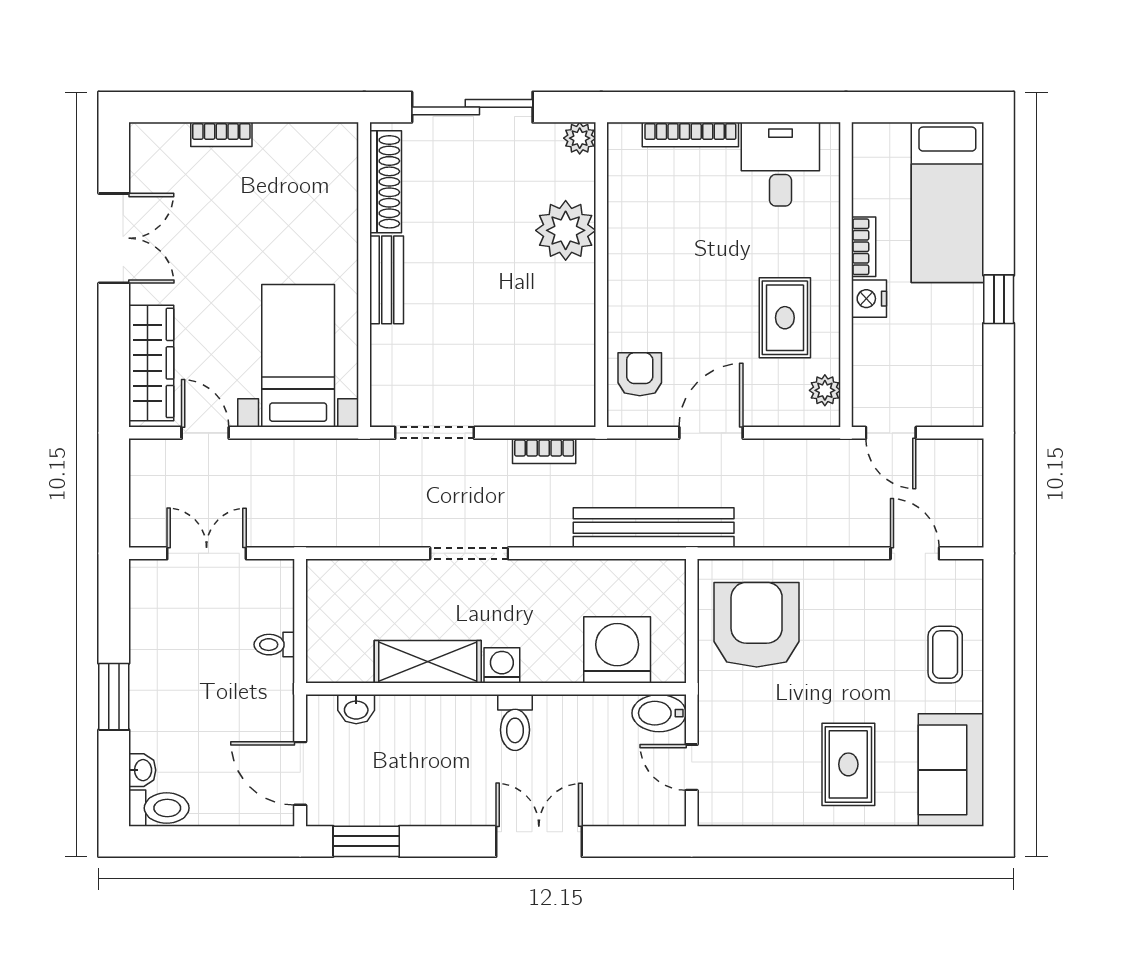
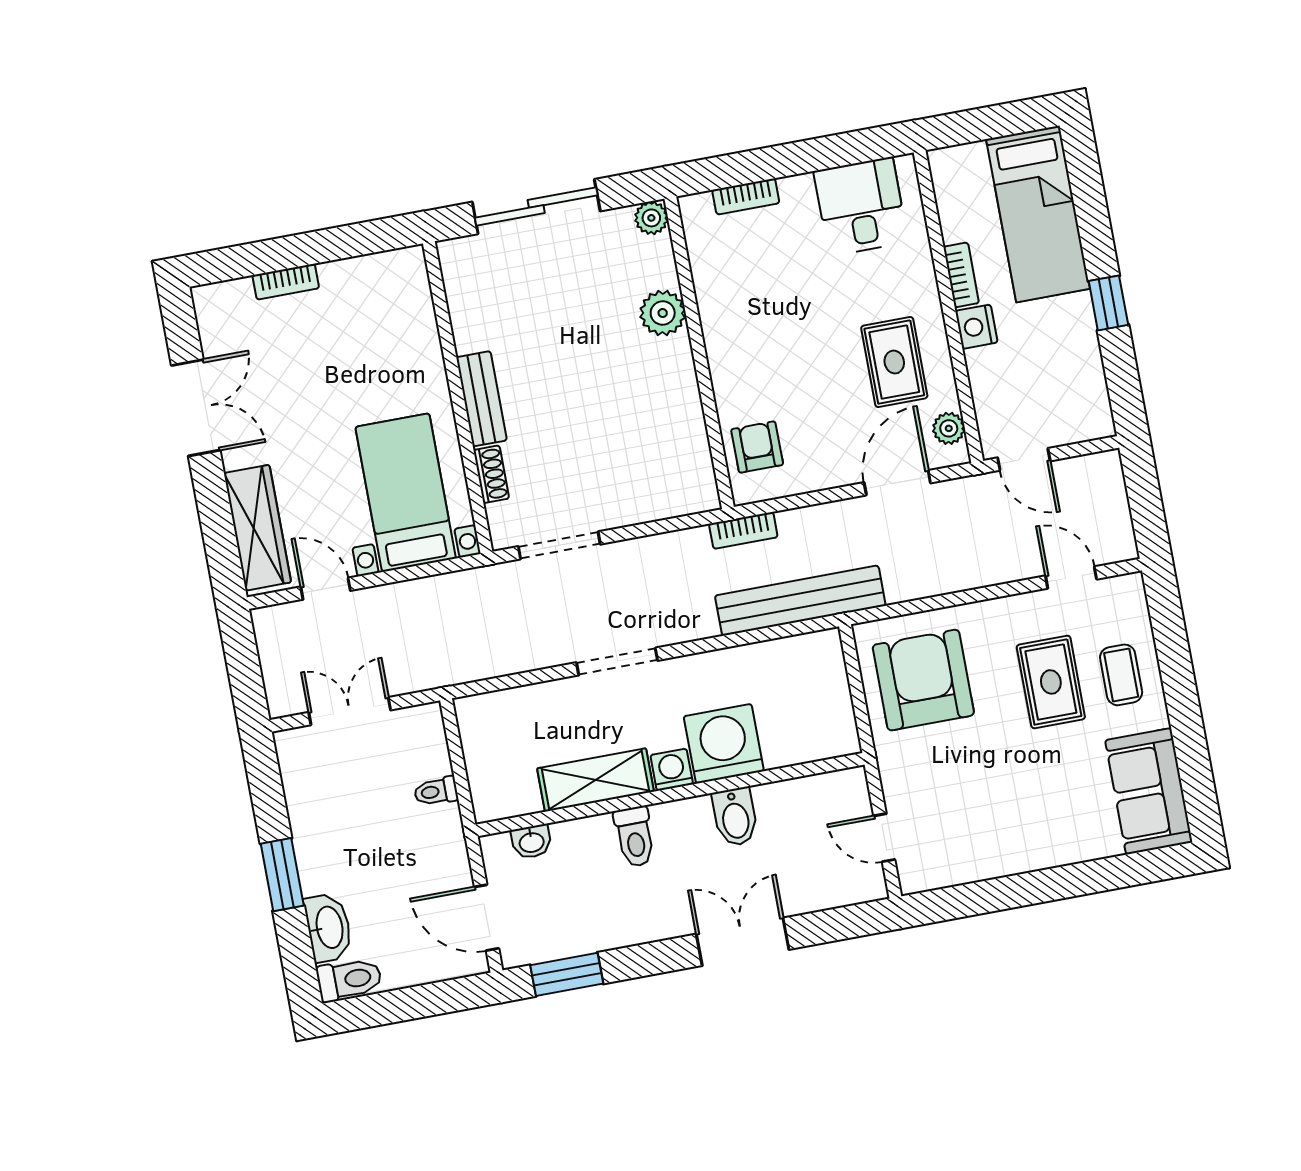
bookcase: (690, 134) -> (746, 197), width x0.64
shoe rack: (386, 182) -> (491, 474), moved, width x0.51, depth x0.81
plant: (566, 230) -> (663, 313), width x0.73, depth x0.73
door: (711, 433) -> (897, 483), moved
bookcase: (544, 451) -> (743, 530), moved
washing machine: (617, 650) -> (724, 744), moved
bidet: (659, 713) -> (735, 817), moved, turned -90
toilet: (515, 723) -> (635, 837), moved
rug: (848, 764) -> (1051, 682), moved
washbasin: (142, 770) -> (328, 928), width x1.91, depth x1.45

